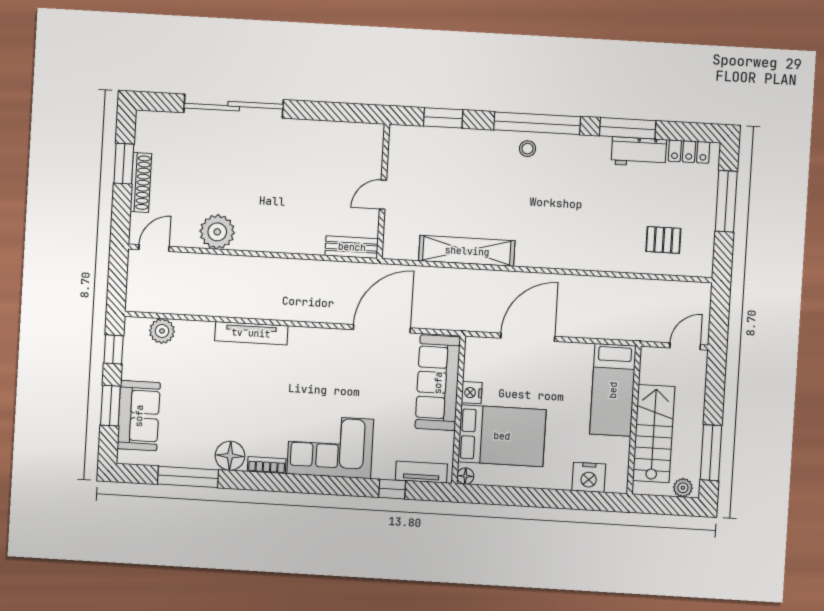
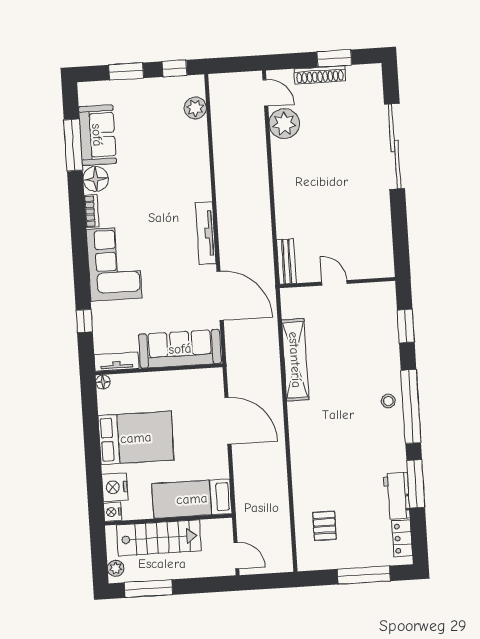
plant: (217, 232) -> (284, 124), moved
tv unit: (251, 333) -> (206, 233), moved
nightstand: (472, 393) -> (113, 512), moved, turned -90
sofa: (139, 416) -> (97, 135), moved, turned -90
bed: (502, 436) -> (136, 438), moved, turned -90
tv unit: (421, 472) -> (117, 362), moved, turned -90

